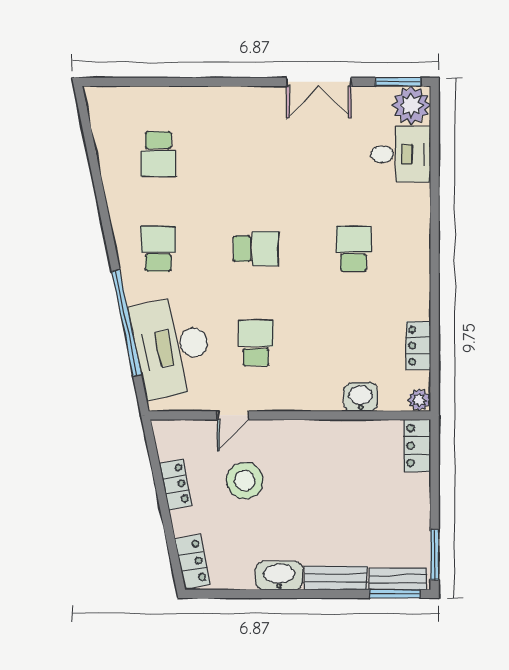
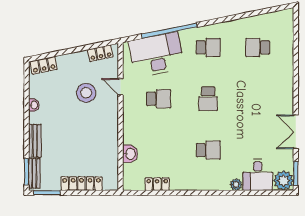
plant: (419, 400) -> (236, 185), moved
locker: (417, 446) -> (82, 184), moved, width x1.53
locker: (176, 484) -> (100, 53), moved
washbasin: (279, 576) -> (34, 105), width x0.52, depth x0.69

